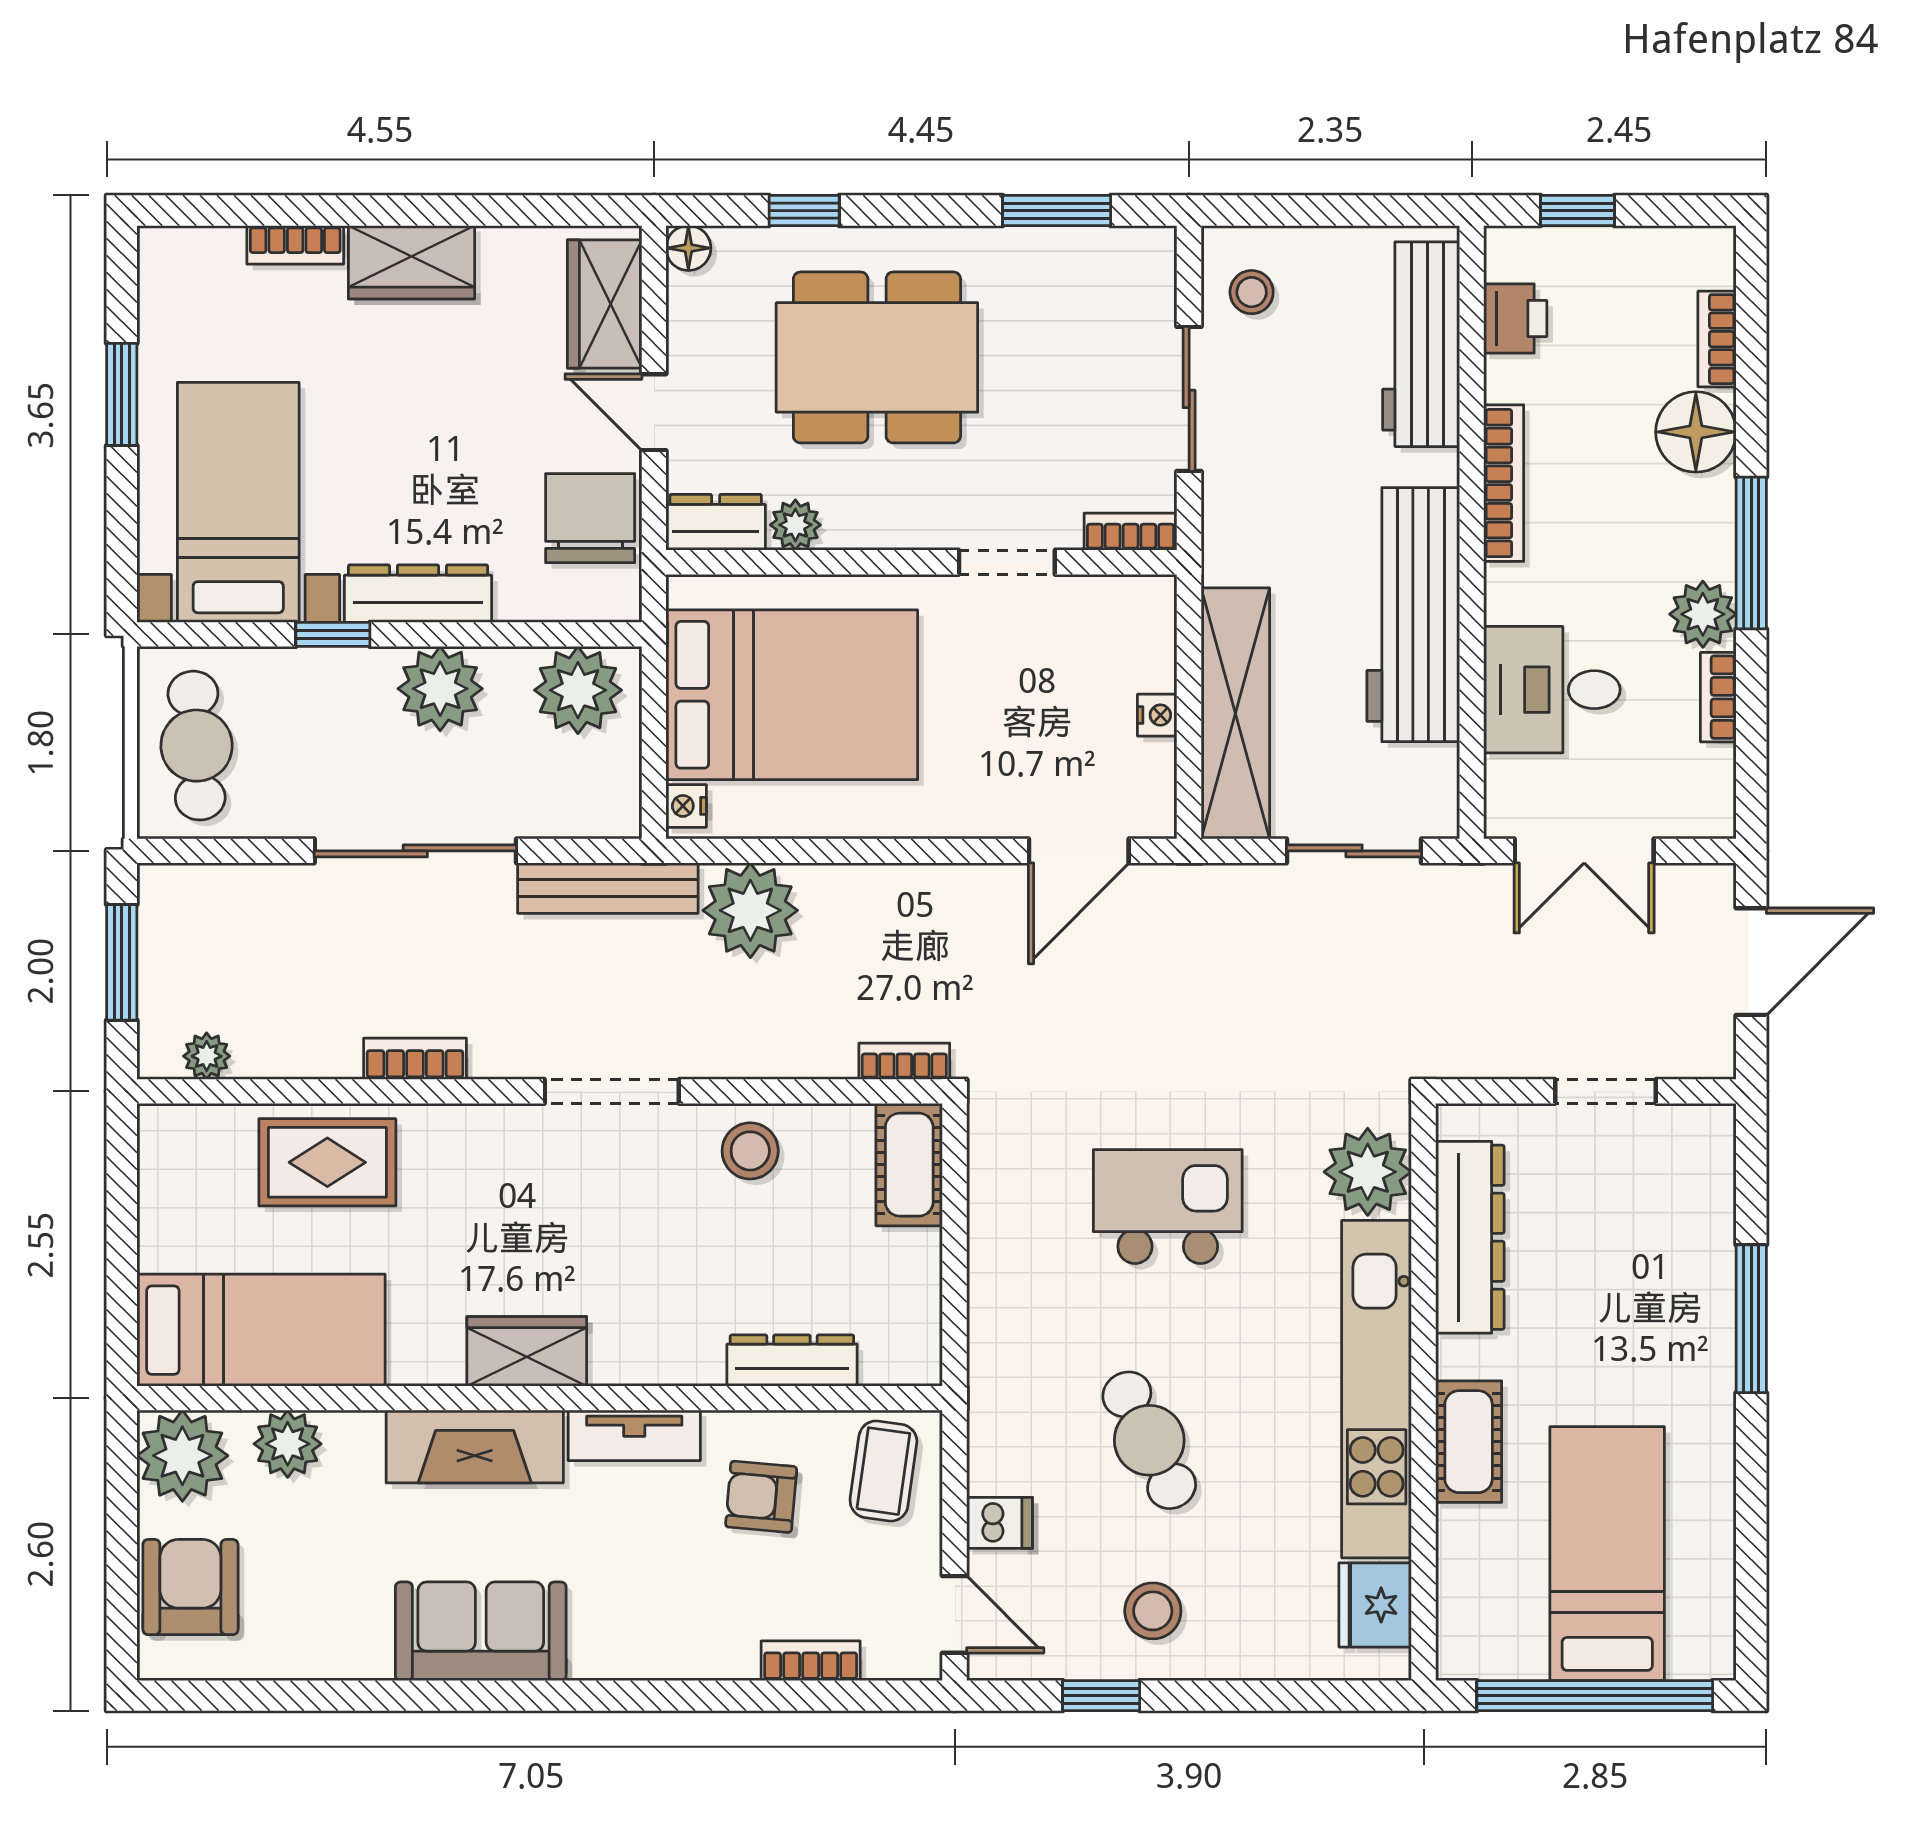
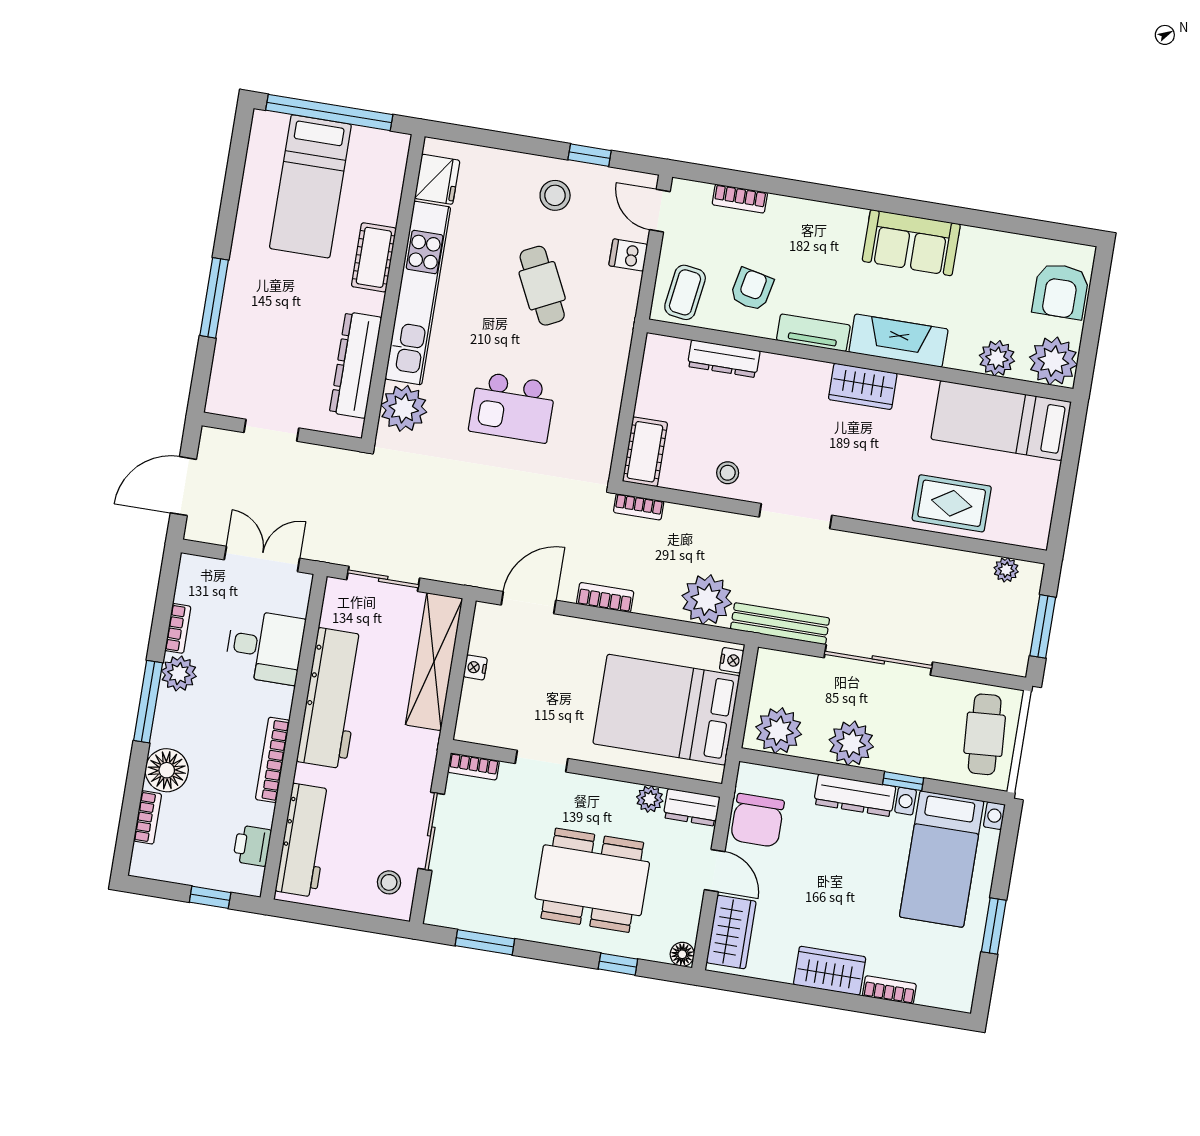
bookcase: (415, 1059) -> (605, 598), moved, turned 180
stool: (750, 1151) -> (728, 473), width x0.73, depth x0.73
armchair: (761, 1497) -> (752, 289), turned -83

